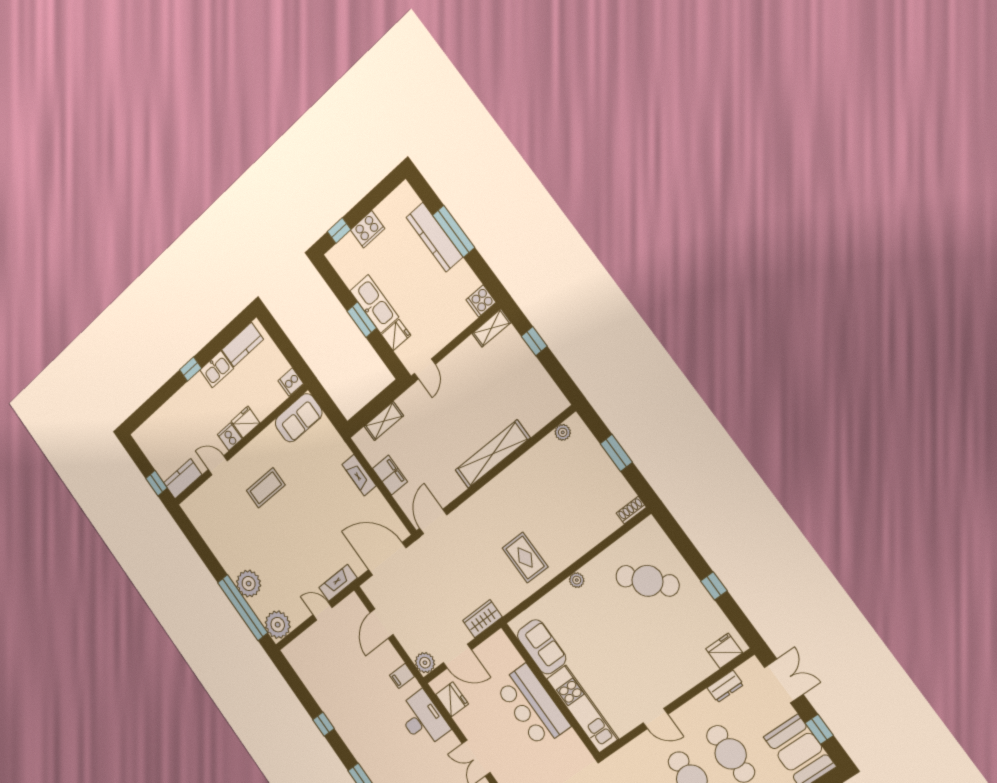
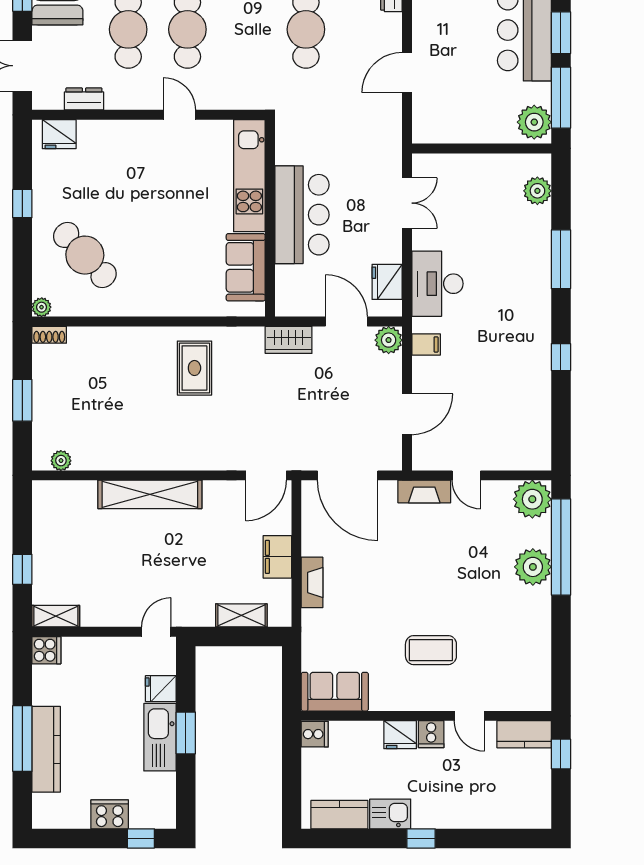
plant: (577, 580) -> (42, 307), moved

